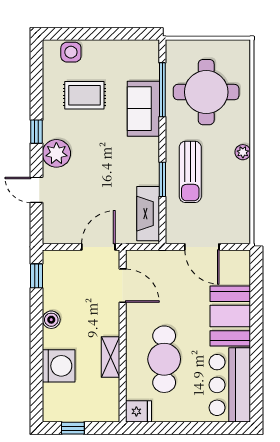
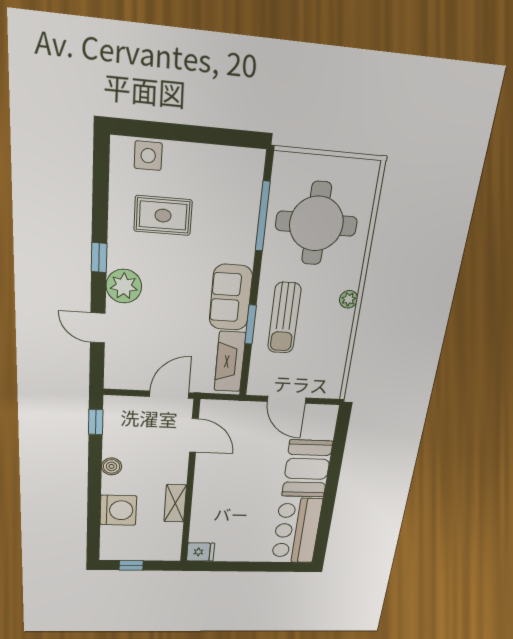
sofa: (143, 109) -> (231, 298), moved
cafe table: (164, 359) -> (232, 507), removed

